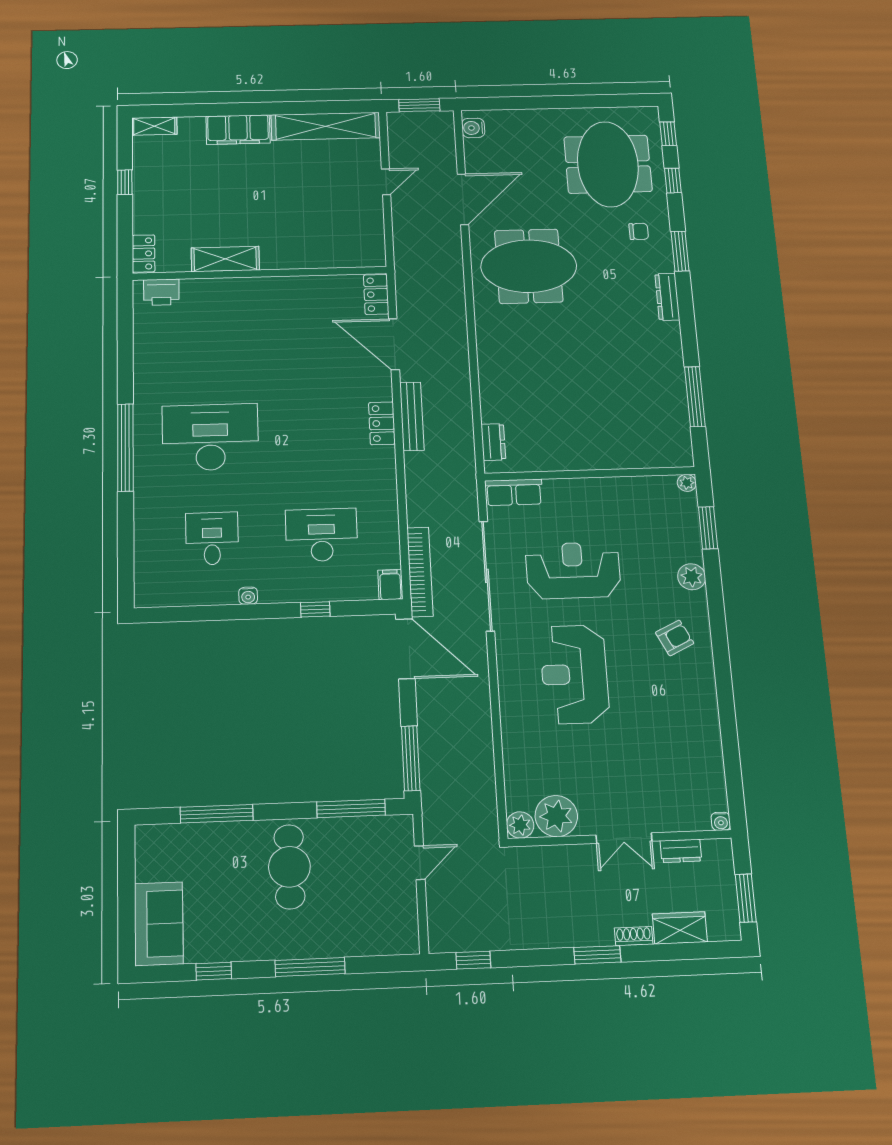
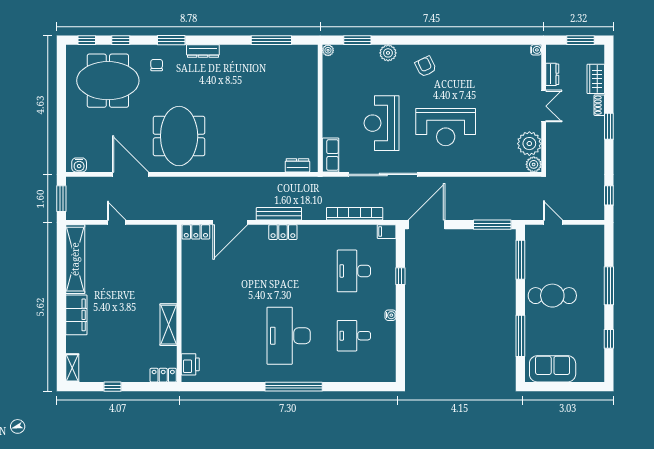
bookcase: (420, 572) -> (355, 214), moved
sofa: (159, 924) -> (553, 369), moved

